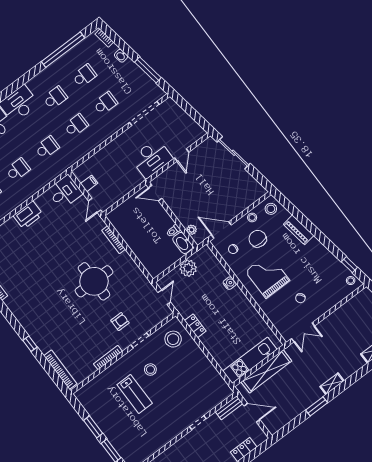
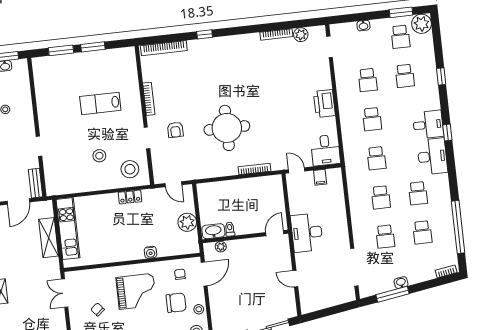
washbasin: (121, 56) -> (401, 283), moved
desk: (152, 158) -> (307, 233), moved
stool: (150, 370) -> (99, 156), moved
shelving: (266, 371) -> (49, 238), width x0.68

